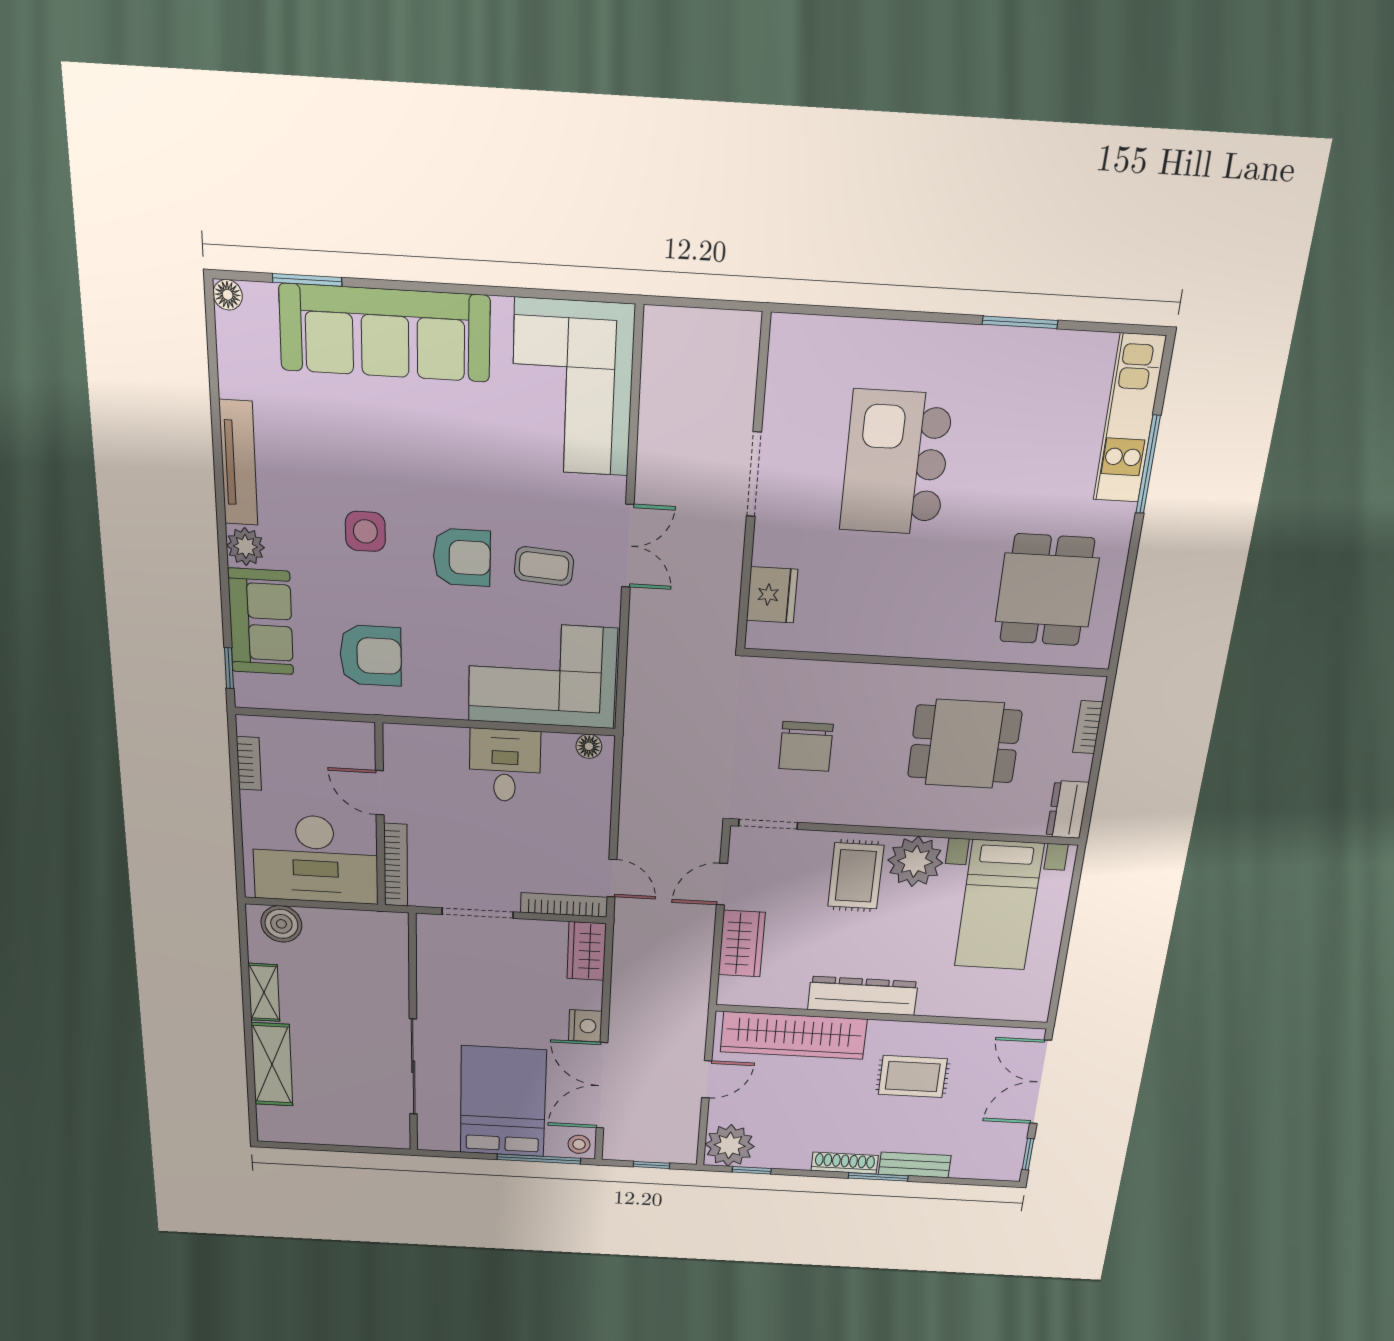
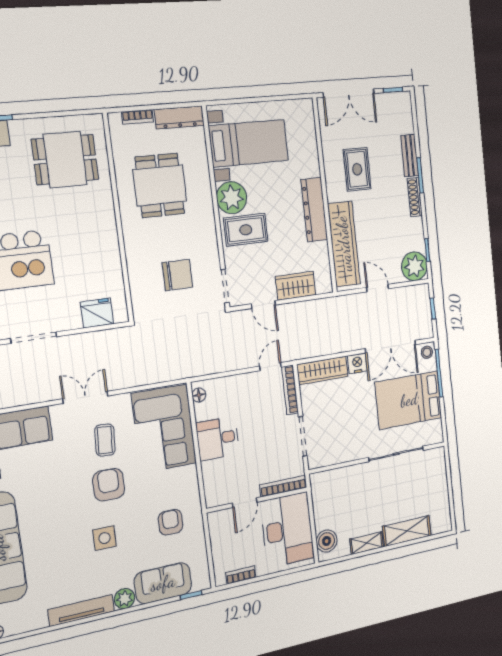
armchair: (371, 656) -> (171, 522), width x0.72, depth x0.72
dresser: (1067, 810) -> (179, 117), width x1.44
wardrobe: (587, 951) -> (322, 370), width x1.50

